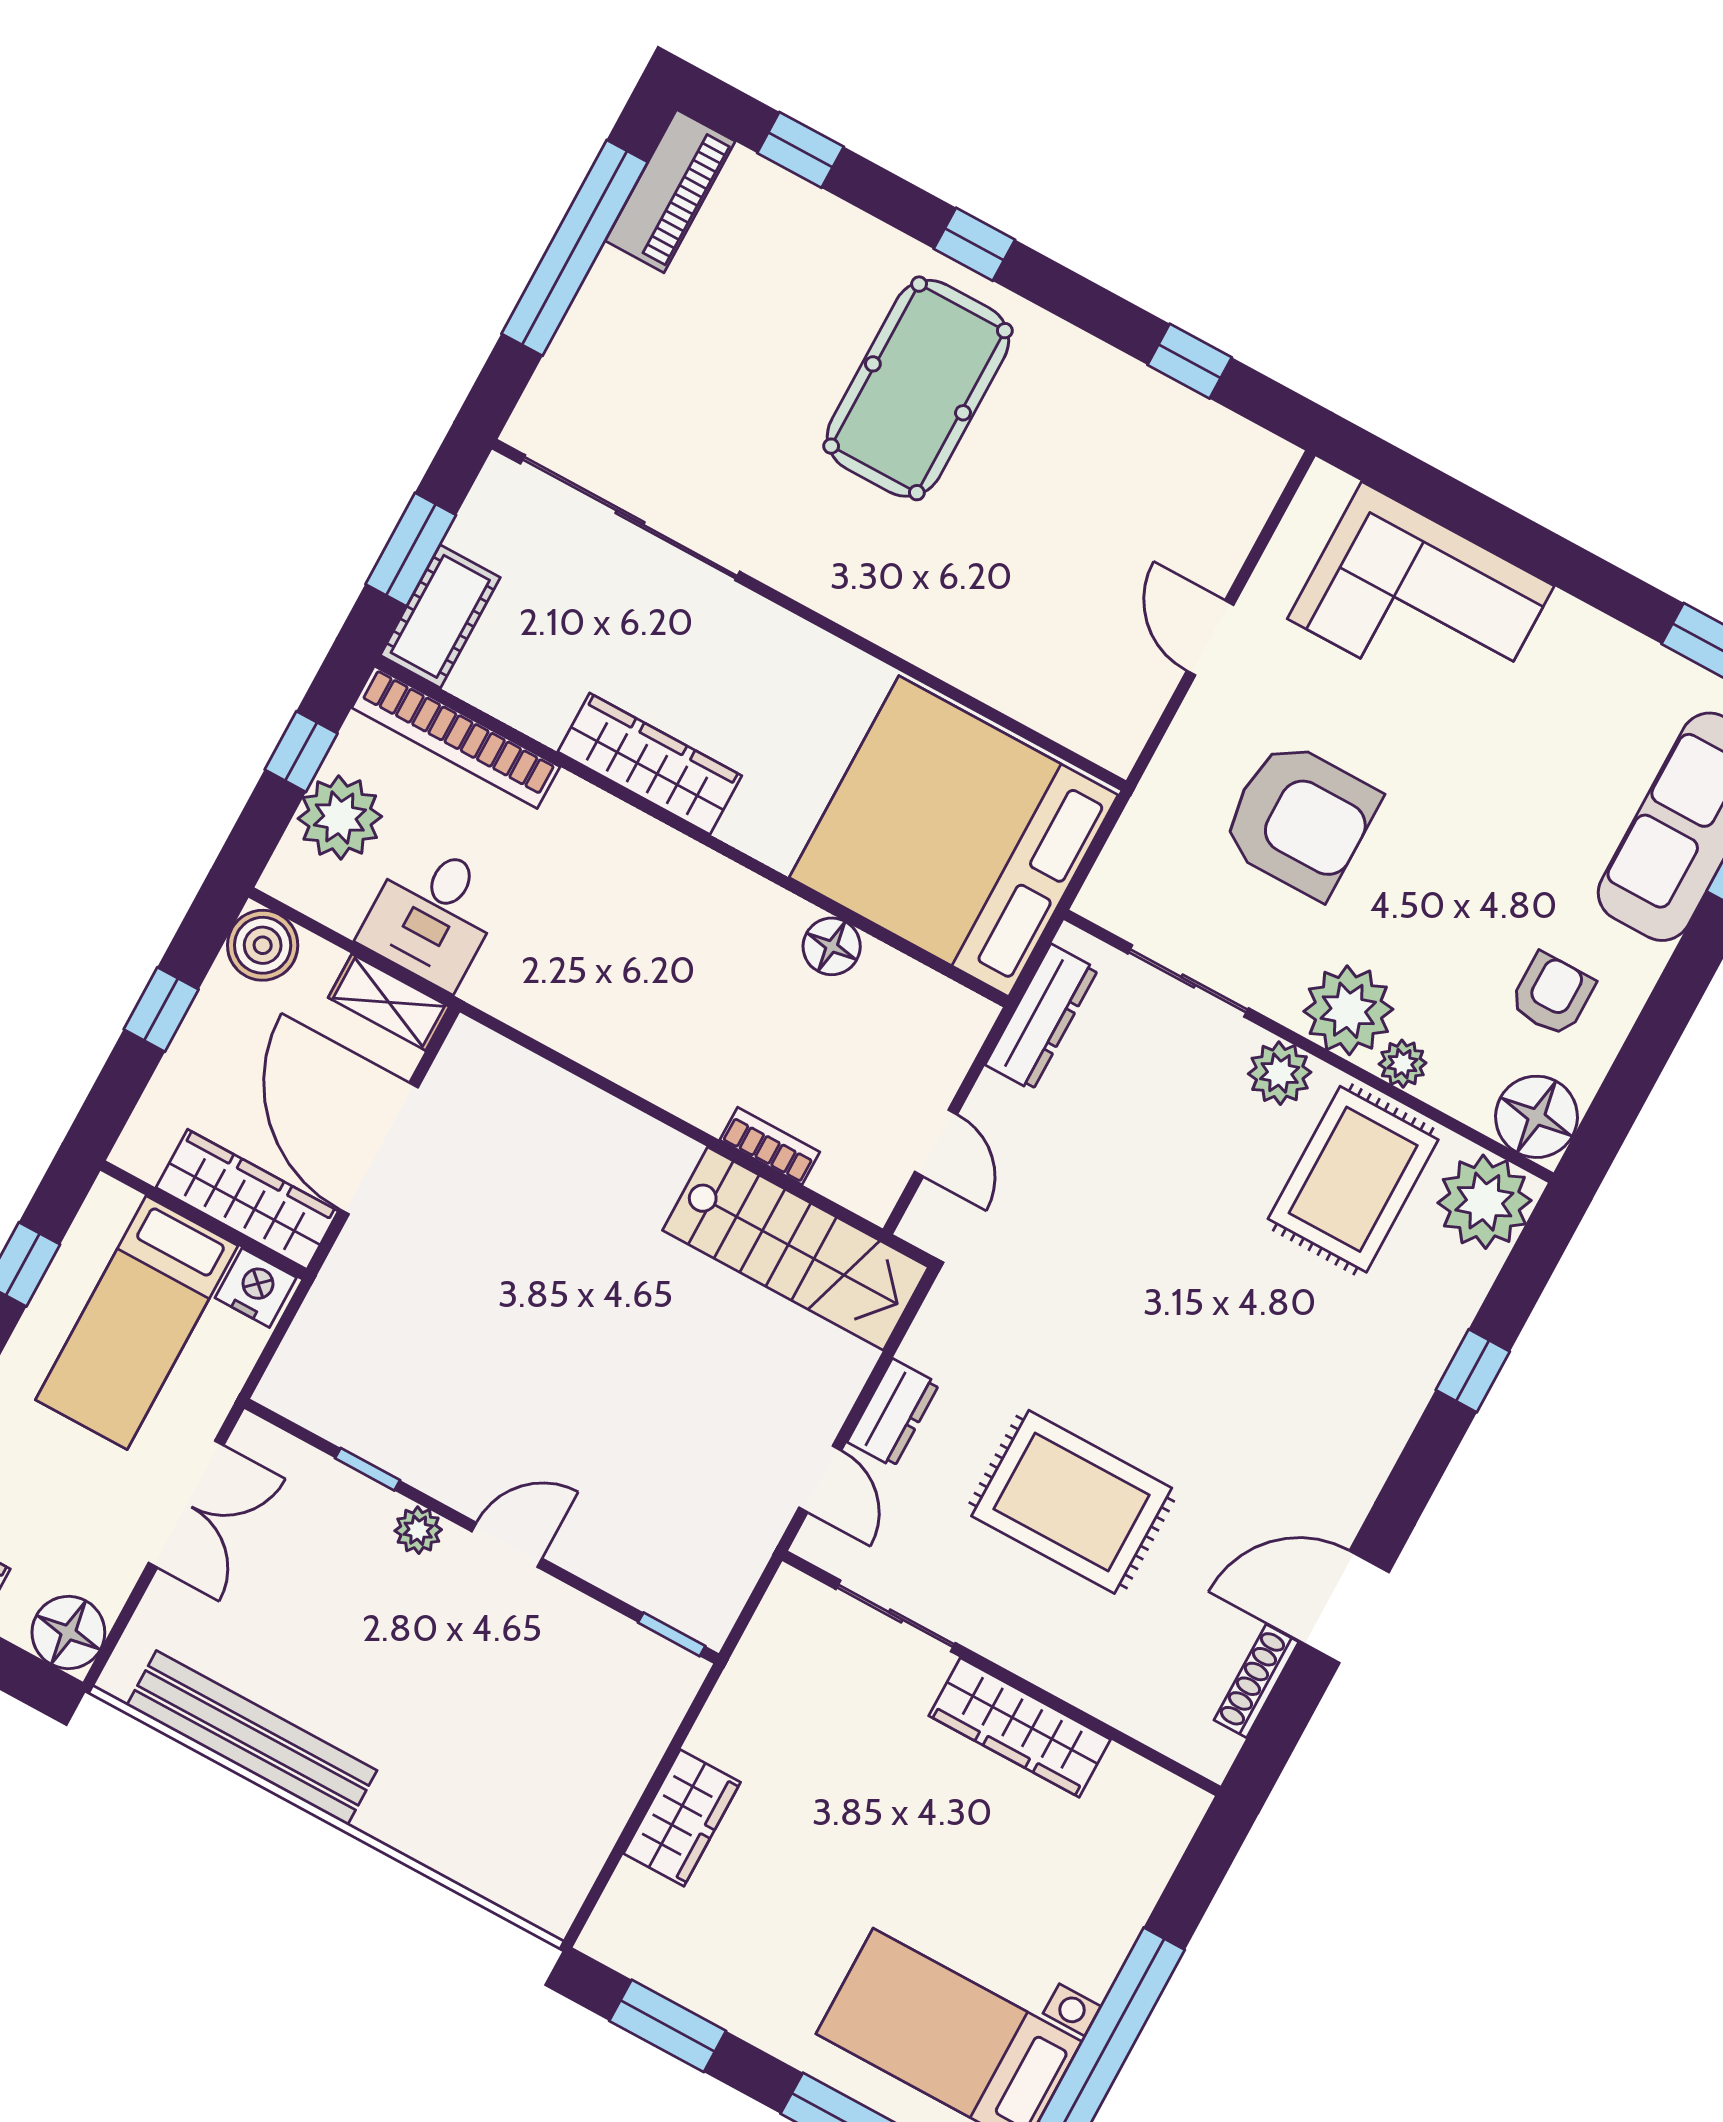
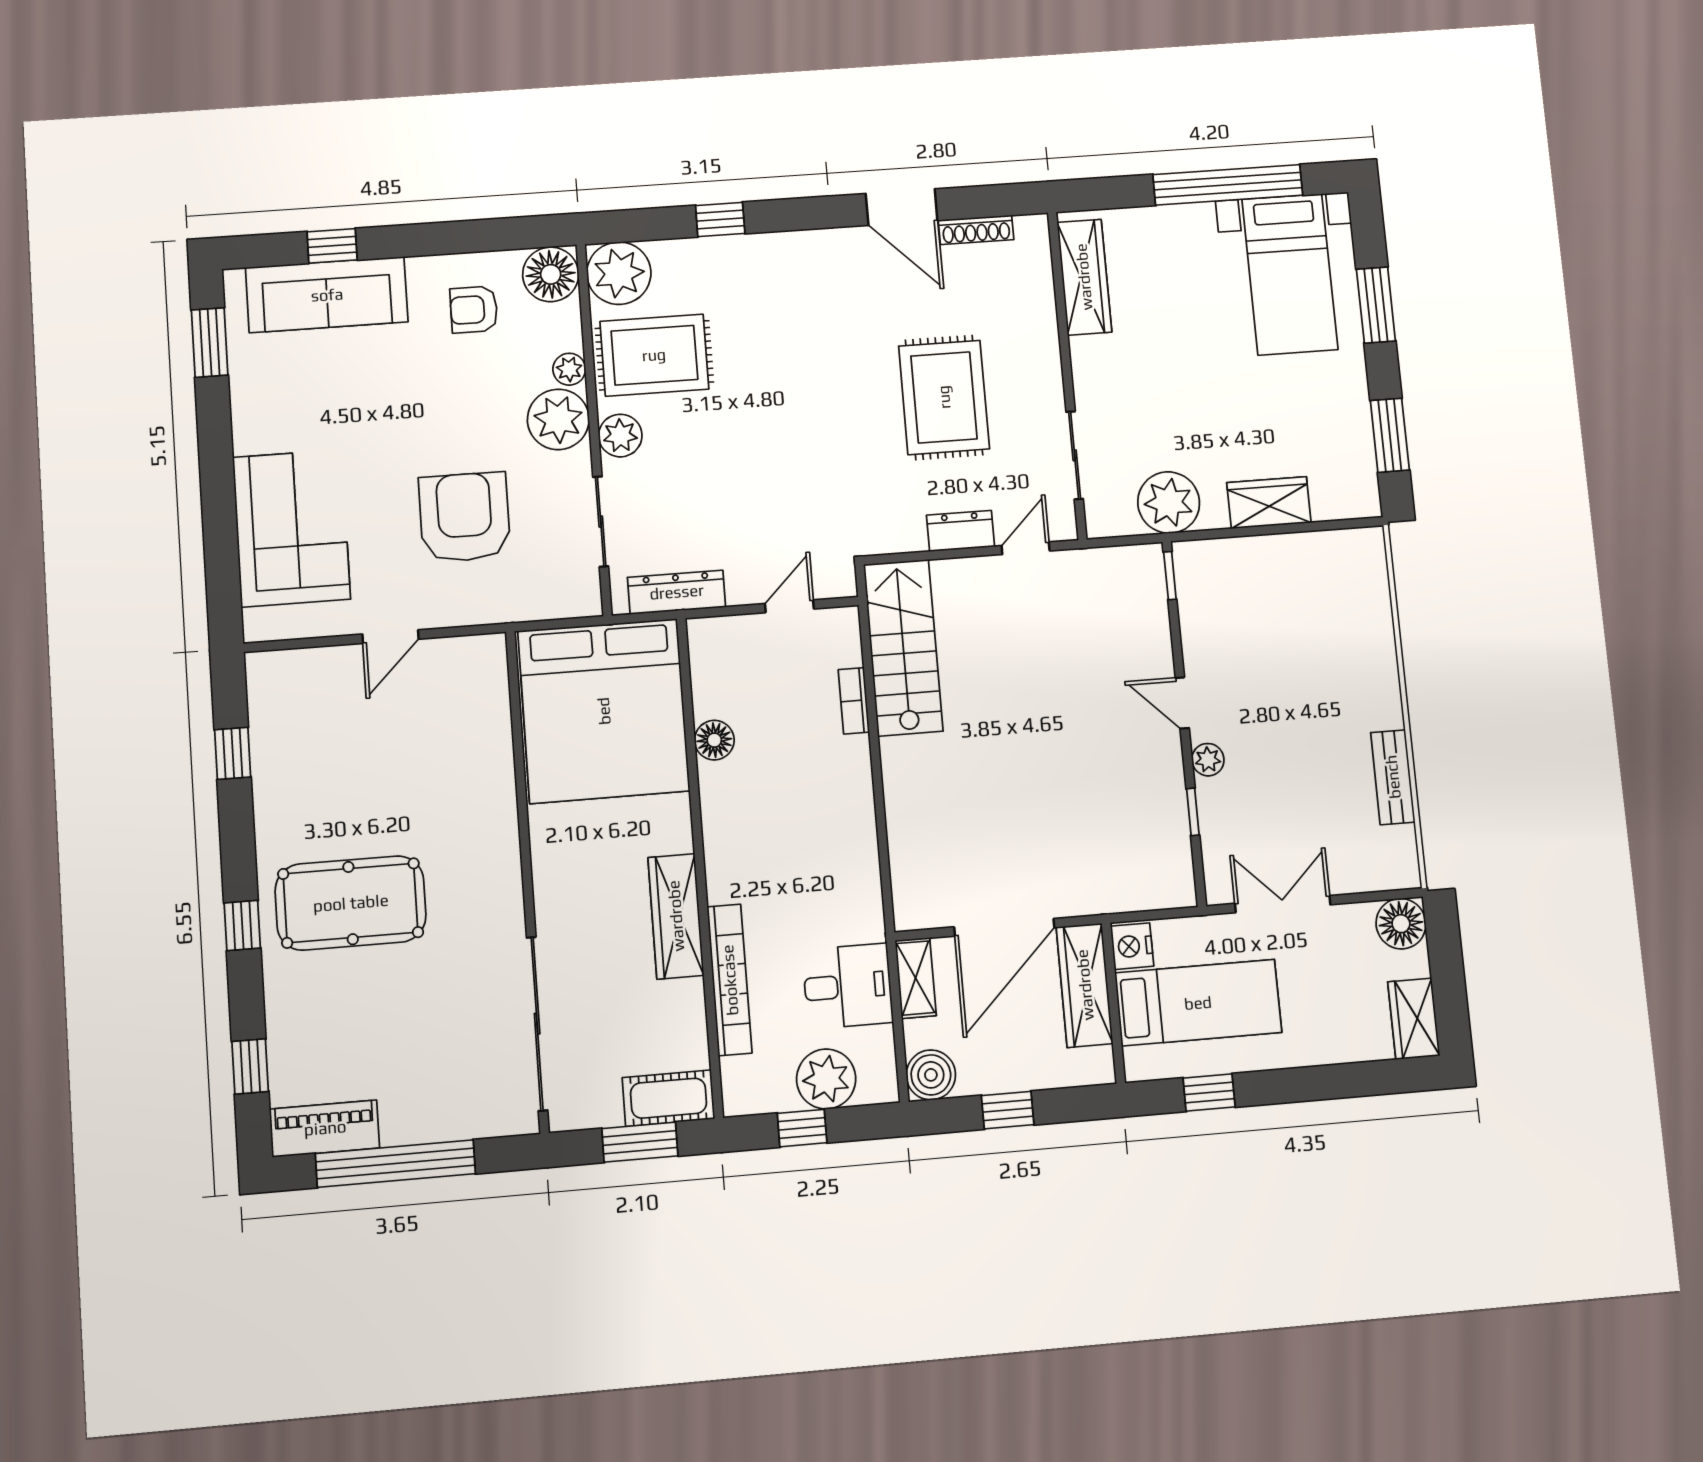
bookcase: (456, 737) -> (730, 980), moved
plant: (762, 1693) -> (1169, 503), added
wardrobe: (1020, 1728) -> (1084, 277), moved
bench: (252, 1738) -> (1393, 777), width x0.54, depth x0.82

